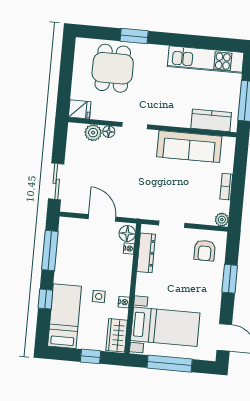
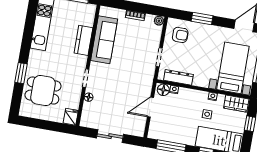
kitchen counter: (211, 120) -> (83, 40), moved
plant: (93, 133) -> (88, 109), removed
sliding door: (56, 181) -> (110, 136), moved

